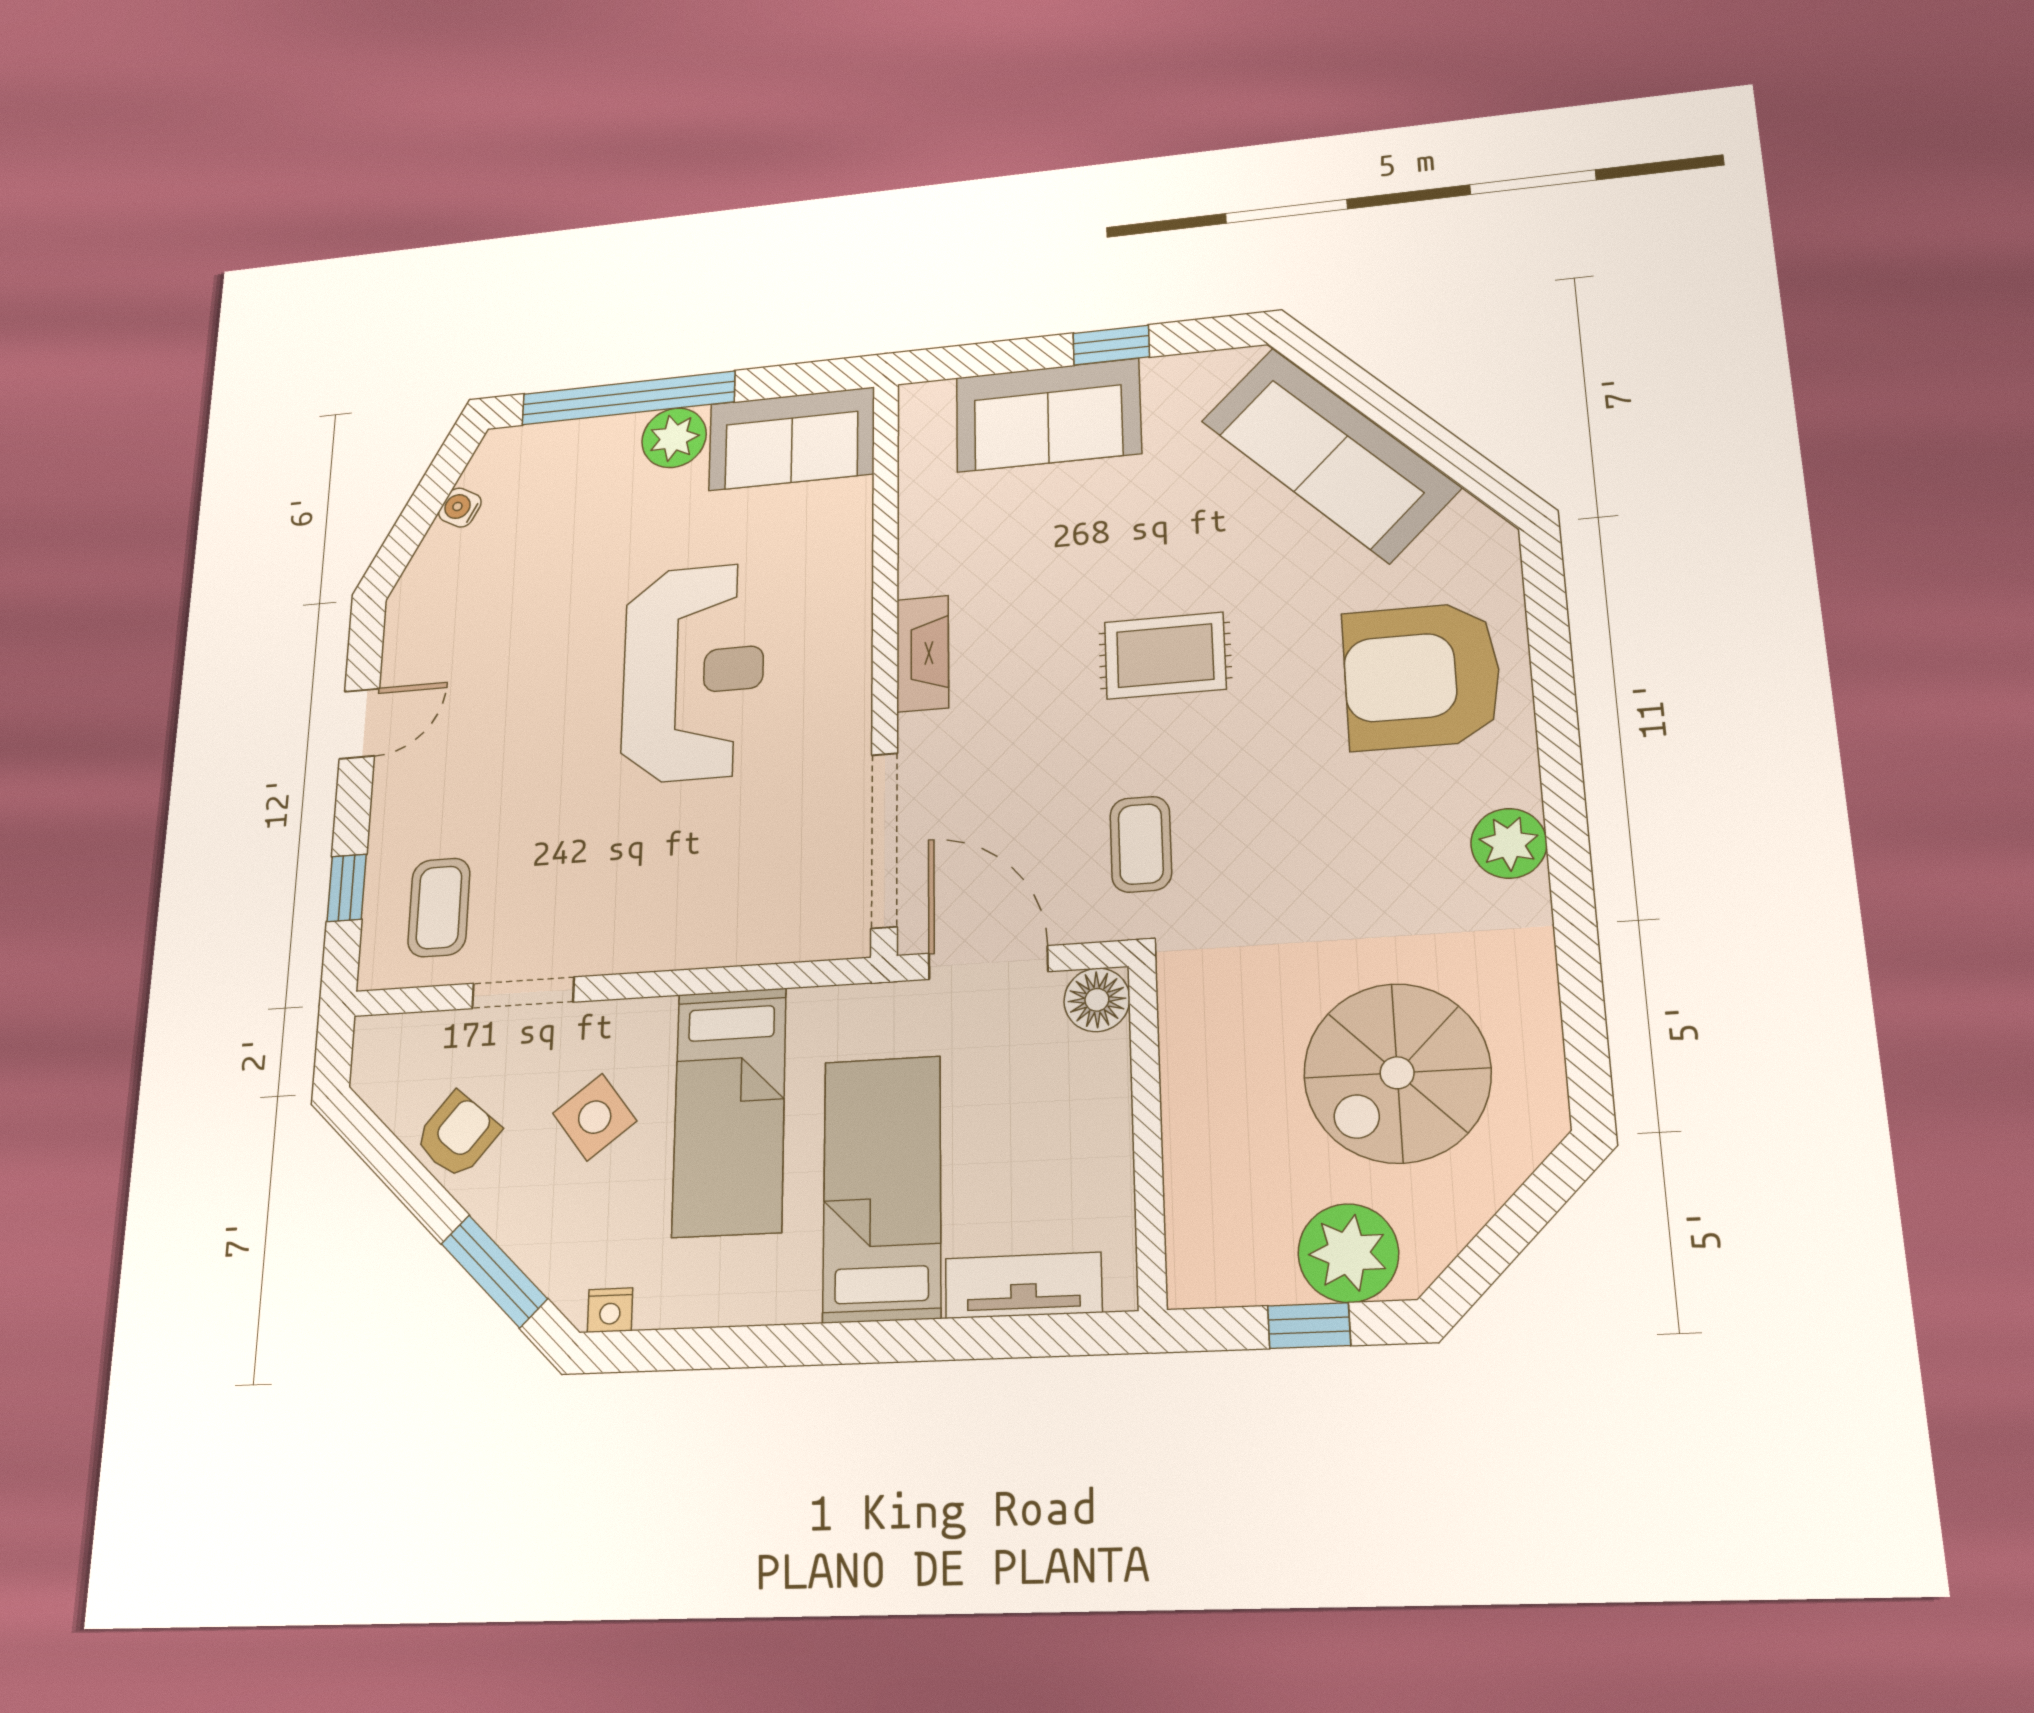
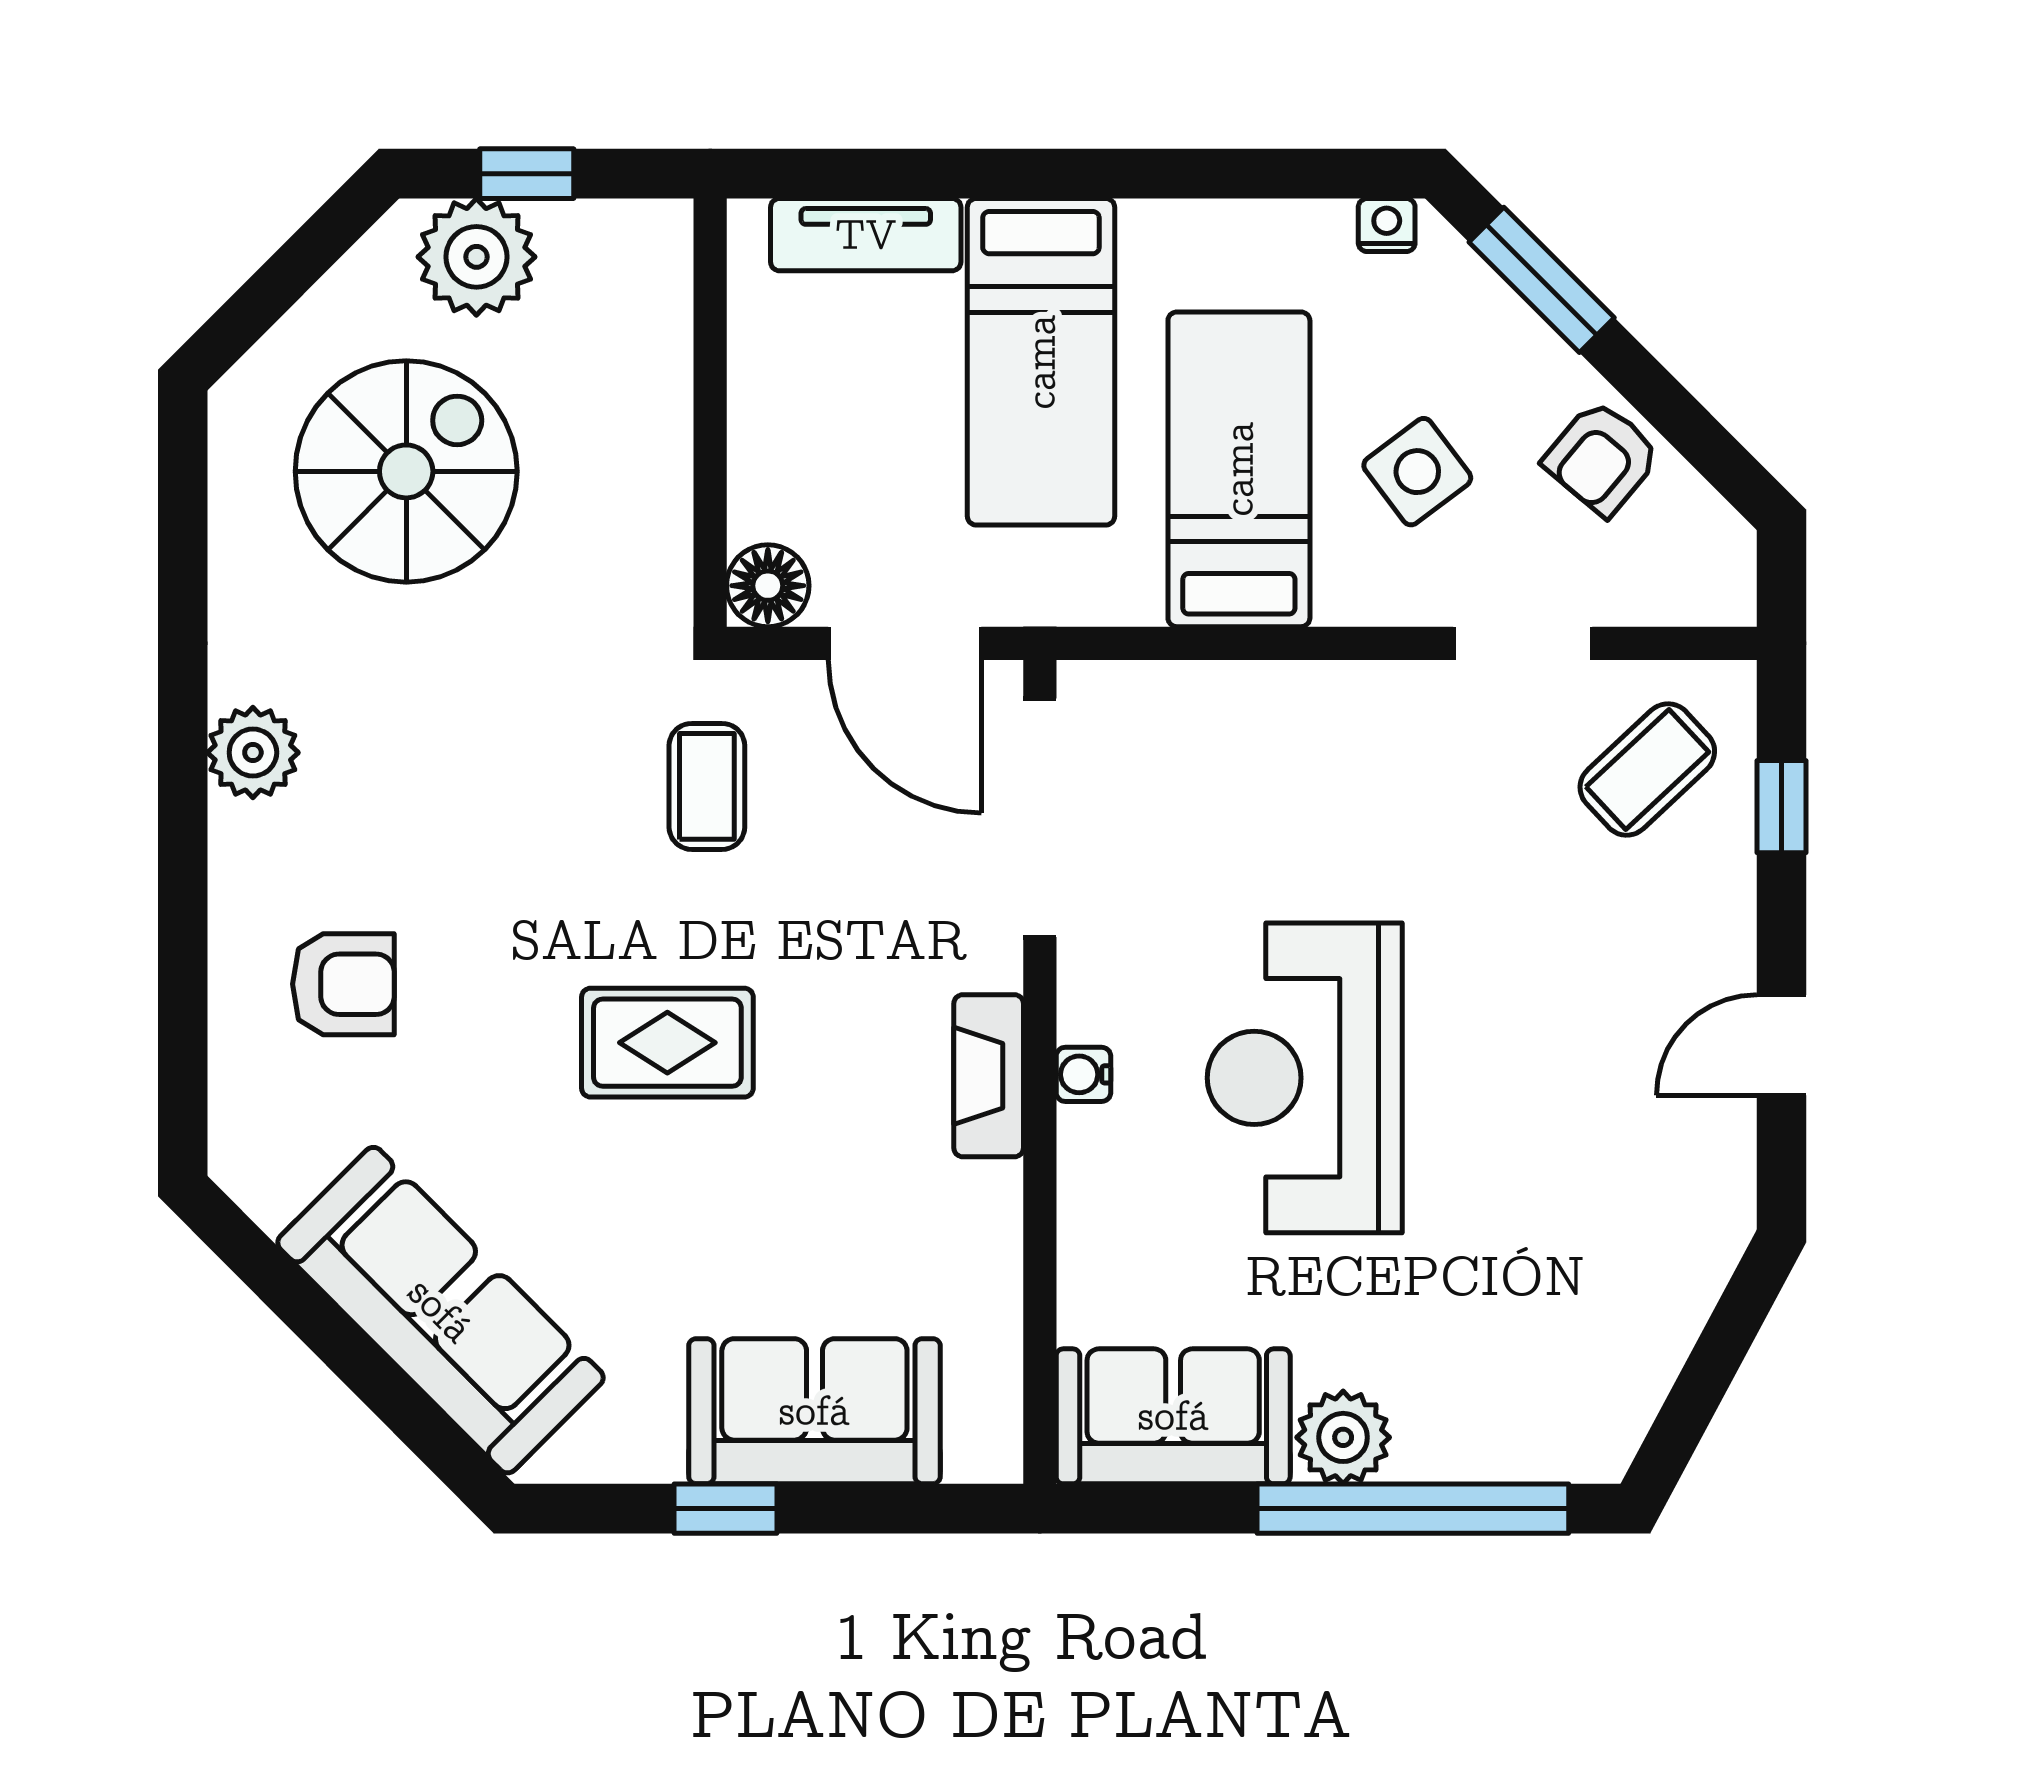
water cooler: (460, 508) -> (1083, 1074), moved, turned 152
armchair: (1422, 676) -> (343, 984), width x0.53, depth x0.53
coffee table: (439, 907) -> (1647, 769), turned 47

